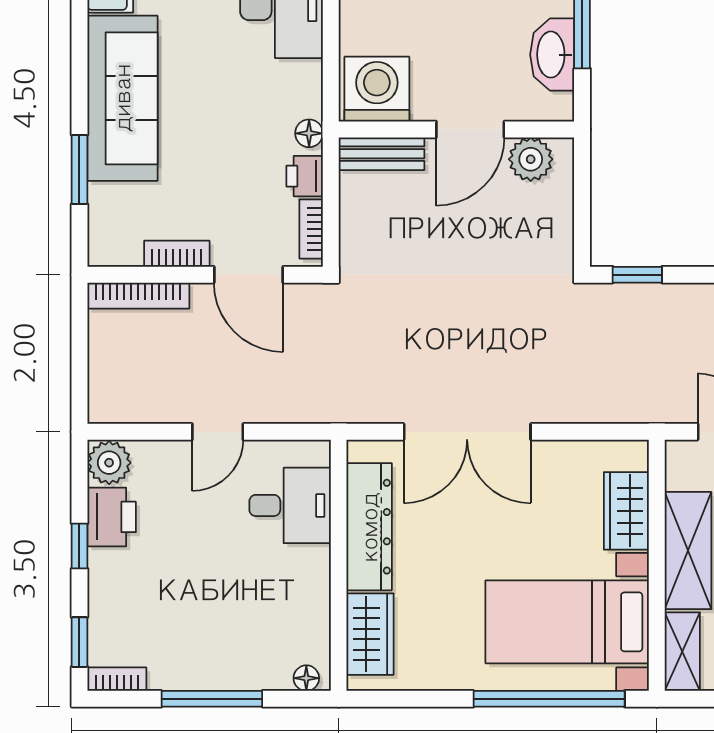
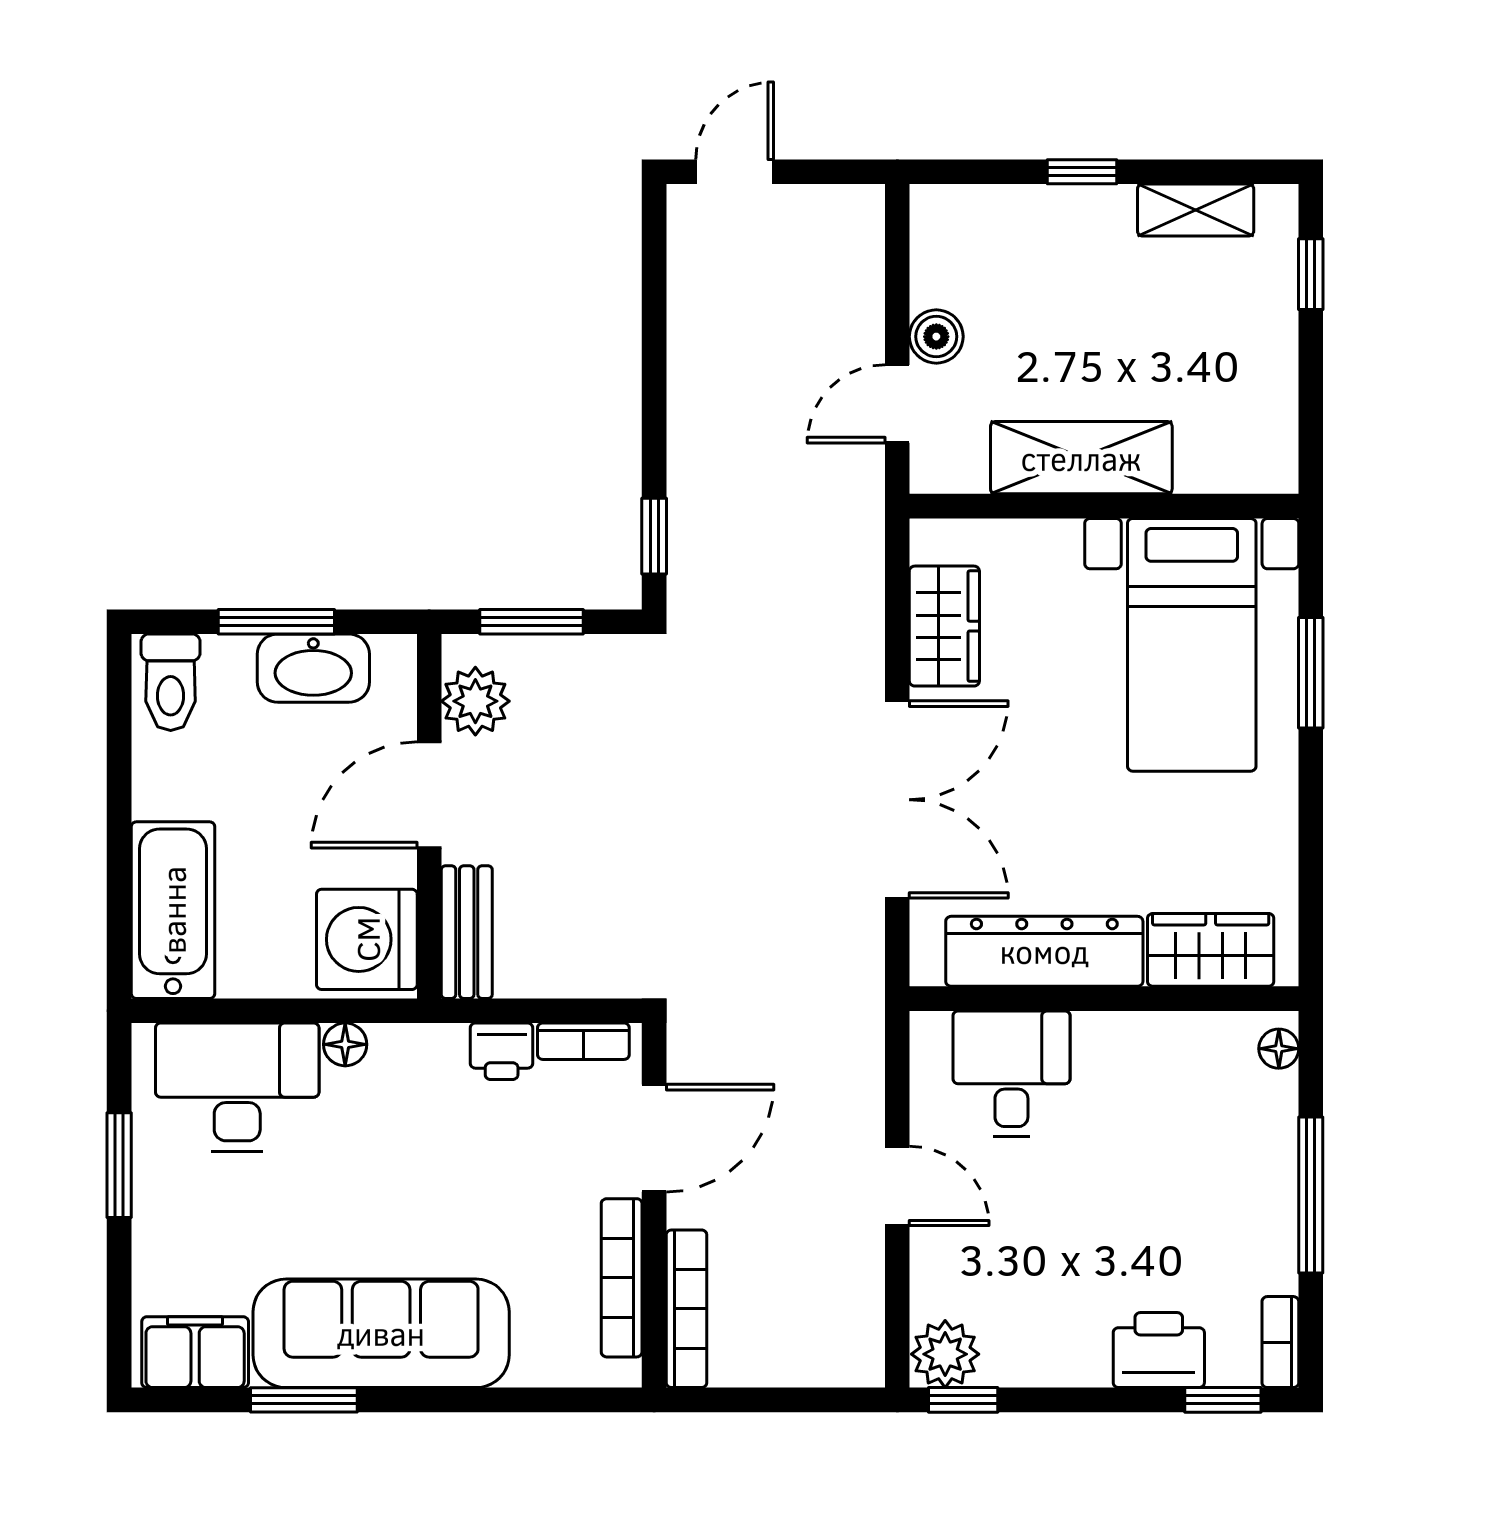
door: (470, 129) -> (429, 795), swing flipped
floor lamp: (309, 133) -> (345, 1044), moved
window: (79, 169) -> (304, 1400), moved
window: (582, 195) -> (531, 622), added
bookcase: (177, 254) -> (622, 1278), width x1.56
wardrobe: (626, 511) -> (944, 626), moved, turned -90
printer: (112, 517) -> (1159, 1350), moved
window: (79, 546) -> (963, 1400), moved
shelving: (682, 652) -> (1238, 467), removed
window: (549, 699) -> (1311, 673), width x0.47

